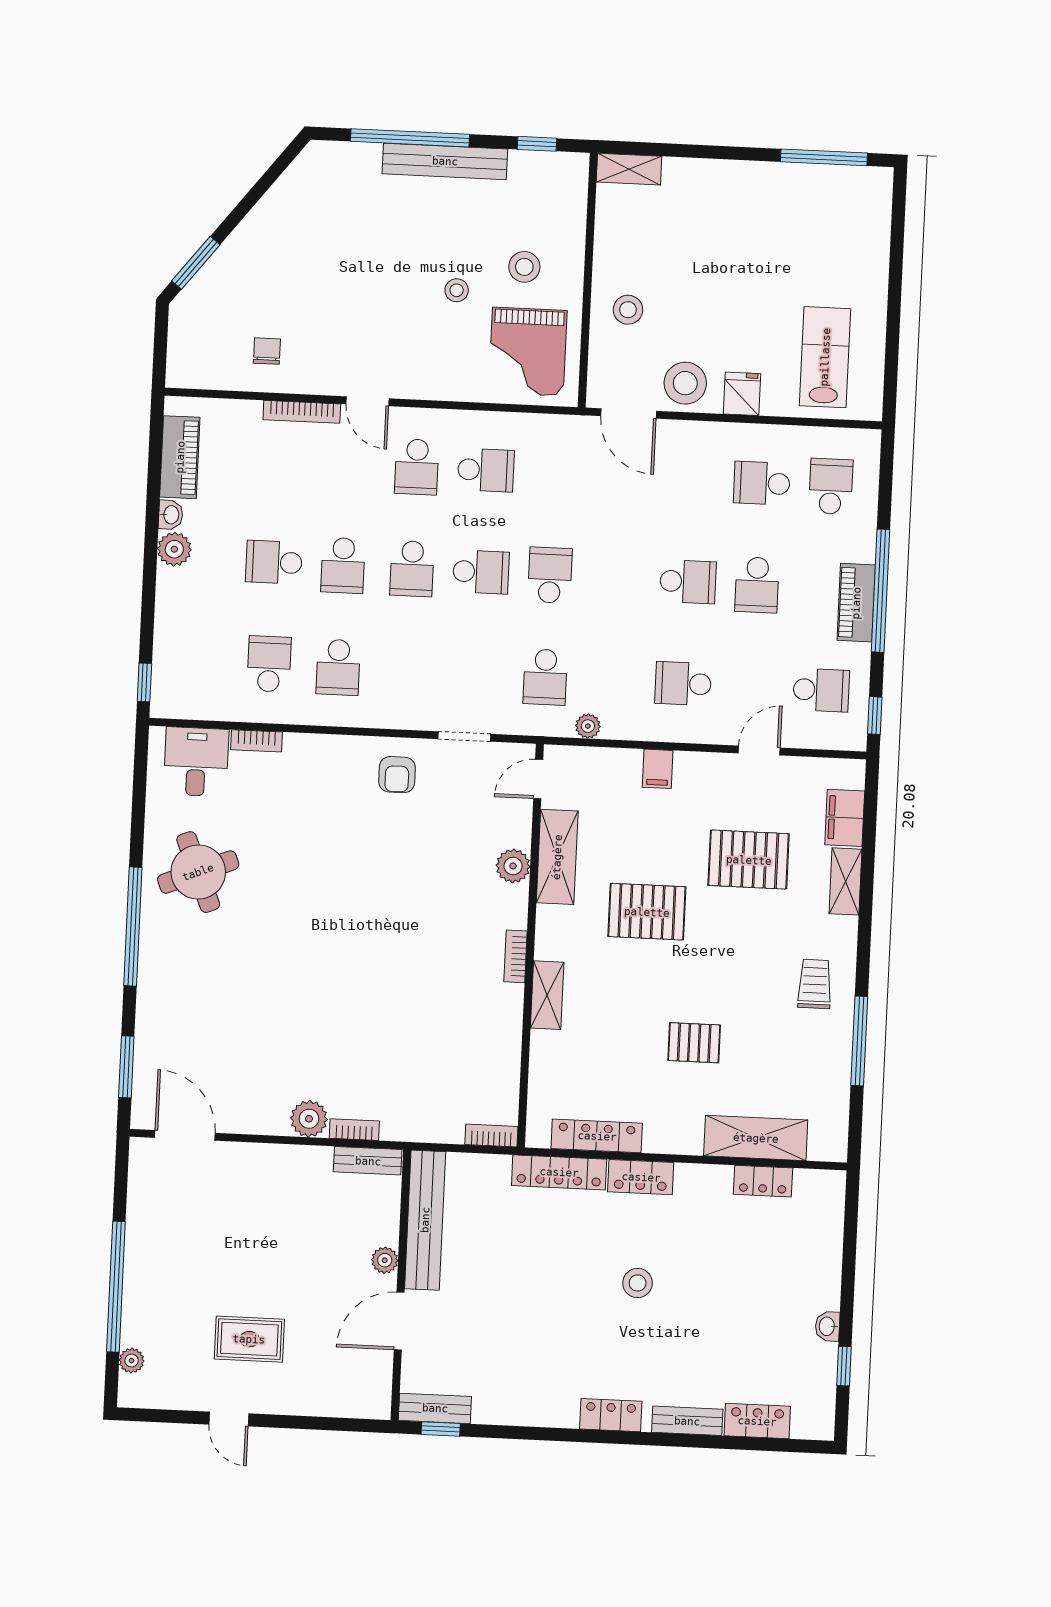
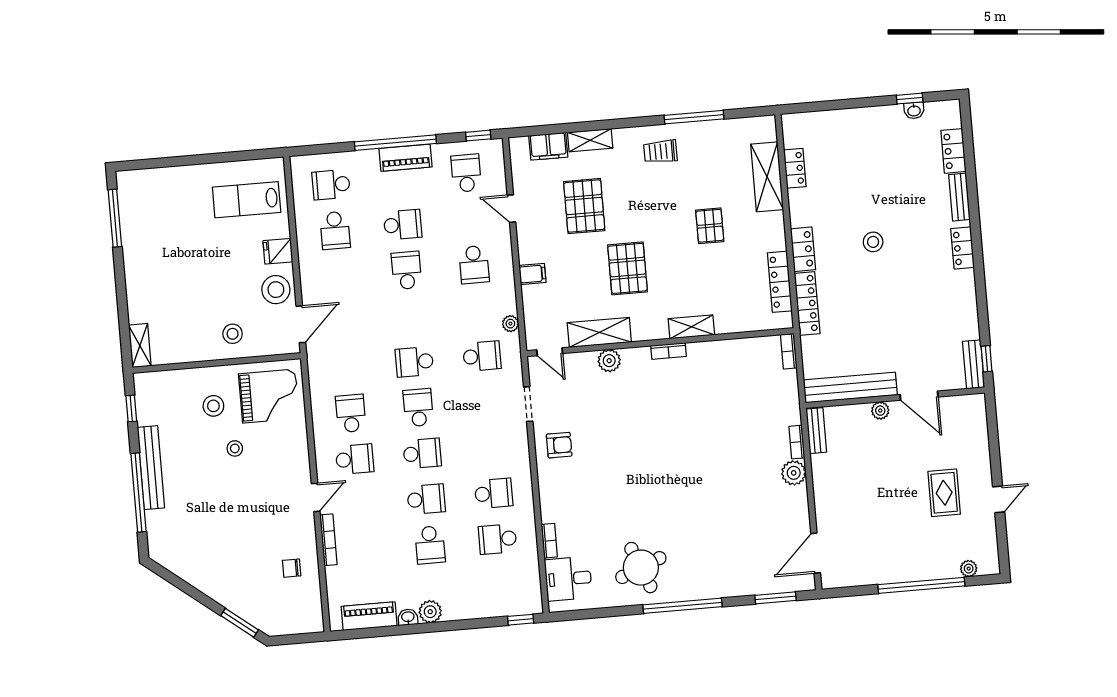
washbasin: (827, 1326) -> (914, 110), moved

